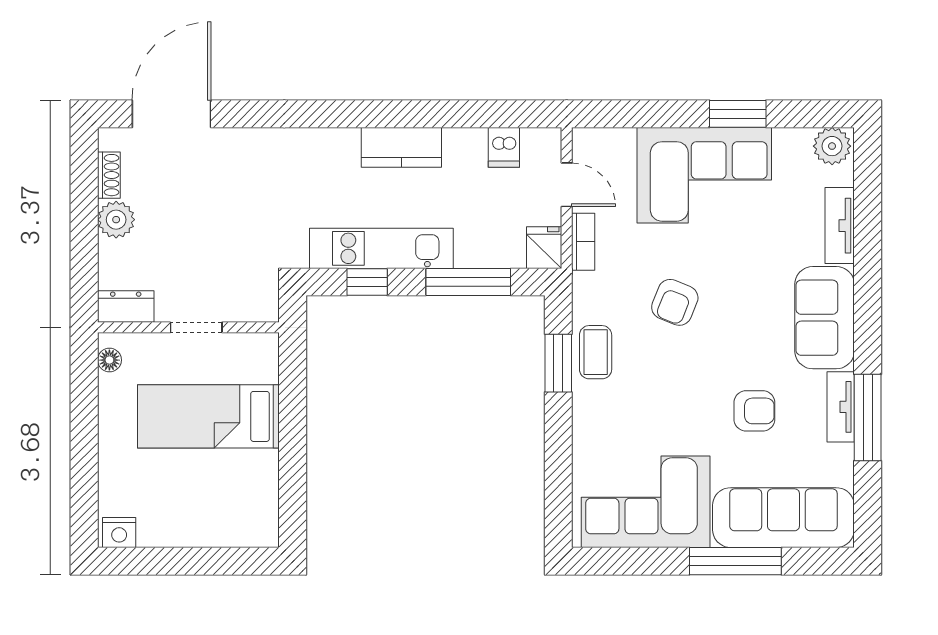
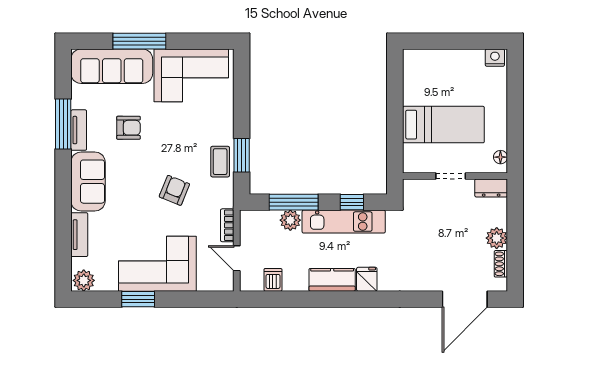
fridge: (544, 248) -> (367, 279), moved, turned 180
plant: (474, 251) -> (290, 220), added
armchair: (754, 411) -> (128, 128), turned 180

